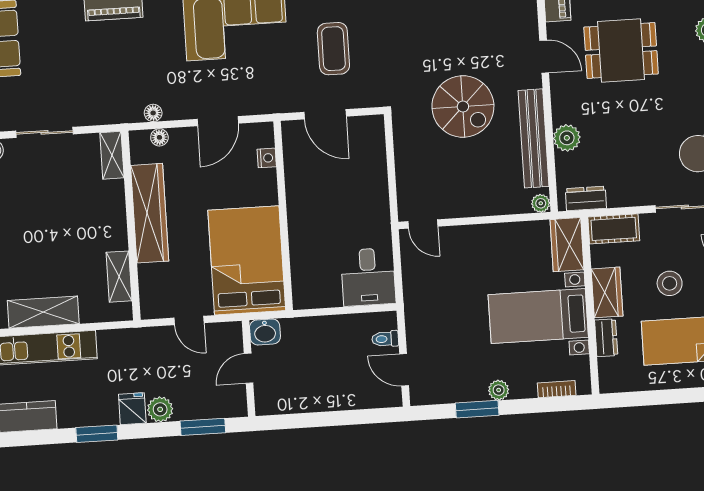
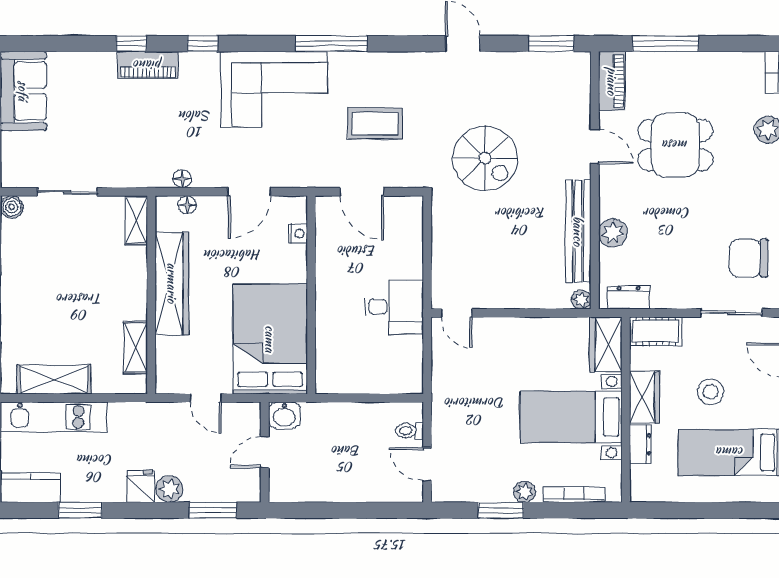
coffee table: (333, 49) -> (375, 124), turned 90
spiral stairs: (463, 106) -> (485, 158), moved
desk: (368, 277) -> (394, 307), moved, turned -90
bookcase: (557, 389) -> (574, 495), width x1.56
window: (97, 434) -> (80, 510), moved

